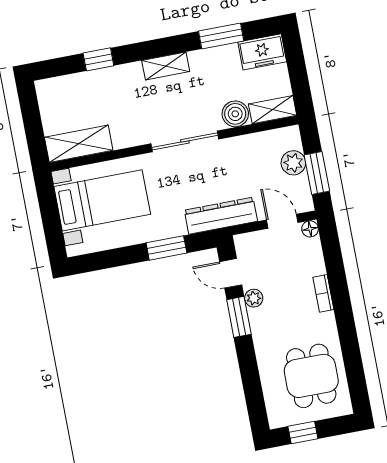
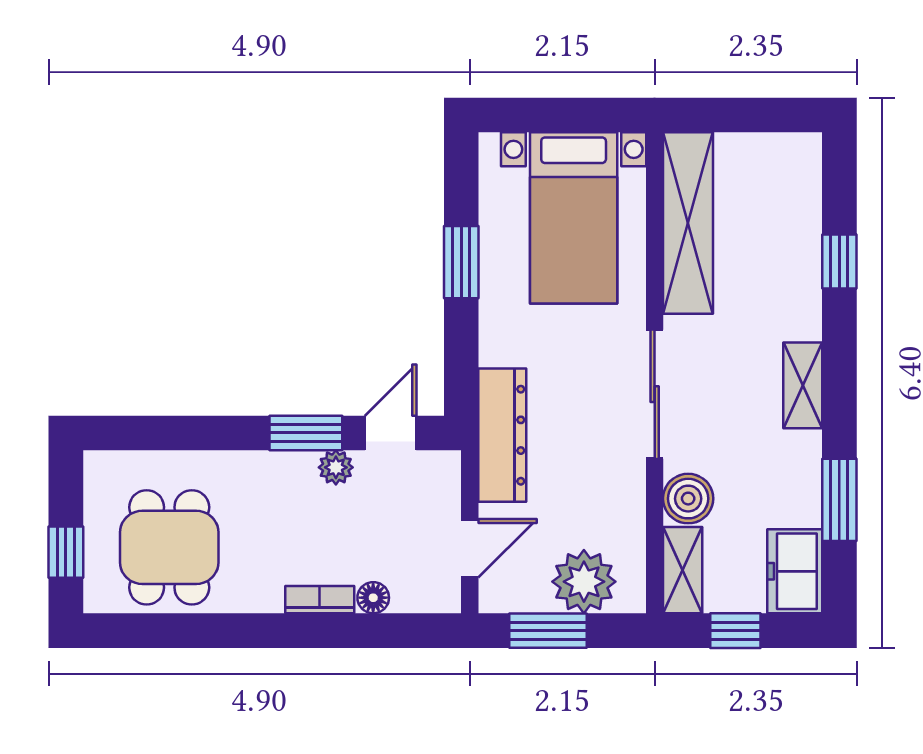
window: (299, 77) -> (735, 631), added
shelving: (79, 144) -> (688, 223), width x1.47
plant: (293, 163) -> (584, 582), width x1.36, depth x1.36
floor lamp: (310, 229) -> (373, 598), moved
window: (166, 248) -> (461, 262), moved
dining table: (311, 376) -> (169, 547), turned 90
window: (303, 433) -> (66, 552), moved

